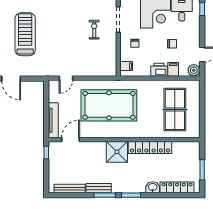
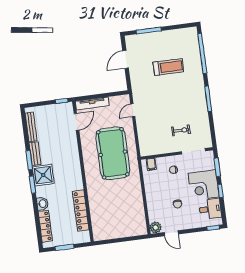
treadmill: (25, 34) -> (168, 67), width x0.73, depth x0.73
filing cabinet: (173, 69) -> (154, 208), removed
printer: (159, 70) -> (152, 195), removed
door: (66, 78) -> (133, 110), hinge flipped
table tennis table: (175, 109) -> (117, 215), removed
door: (71, 140) -> (76, 122), hinge flipped
locker: (150, 147) -> (81, 211), moved
shower: (117, 152) -> (43, 175), moved

